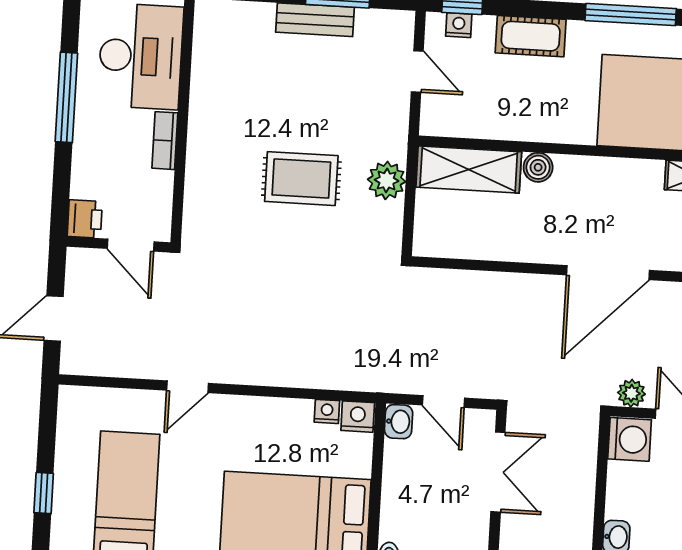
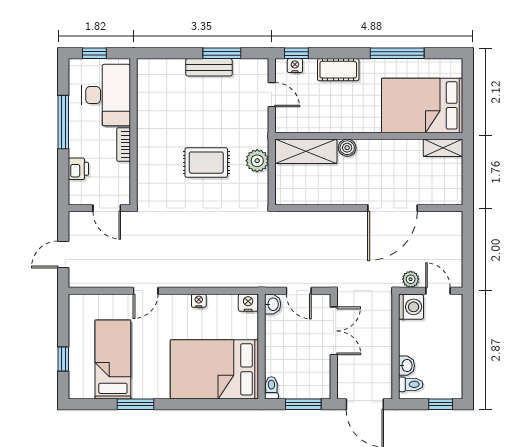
printer: (85, 219) -> (78, 169), moved
nightstand: (327, 411) -> (199, 301), moved

